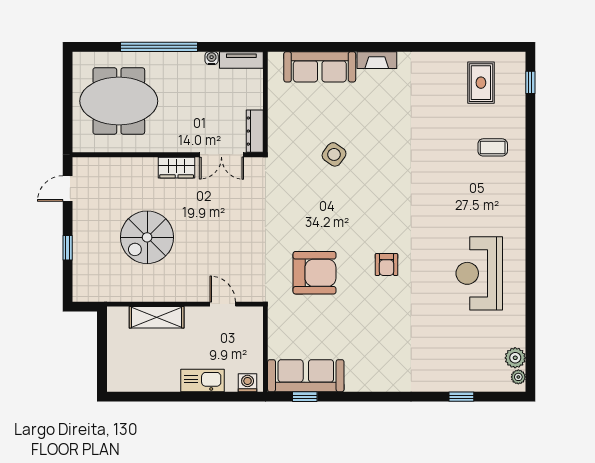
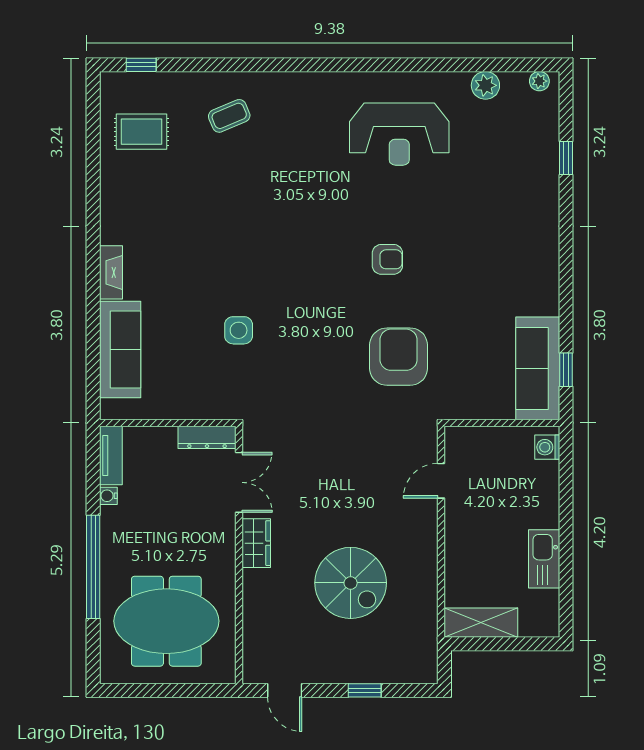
meeting table: (119, 101) -> (166, 621), turned 90
coffee table: (493, 147) -> (229, 116), turned 67
side table: (334, 154) -> (239, 330), turned -36
shelving: (157, 317) -> (481, 623), moved, turned 90
plant: (515, 358) -> (485, 85), moved
kitchen sink: (203, 380) -> (544, 559), moved

